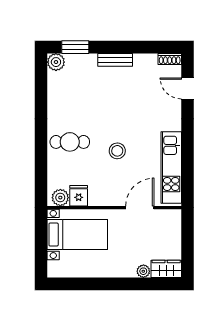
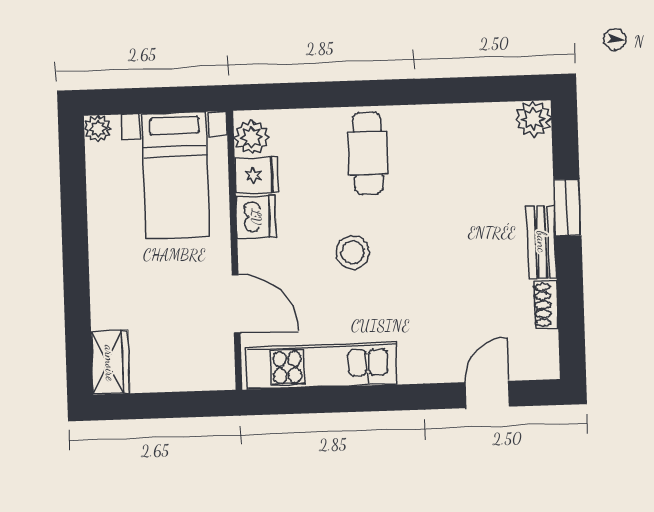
window: (75, 47) -> (567, 208), moved
shoe rack: (170, 59) -> (546, 305), moved
dishwasher: (99, 197) -> (256, 217), added
plant: (143, 271) -> (98, 129), moved

